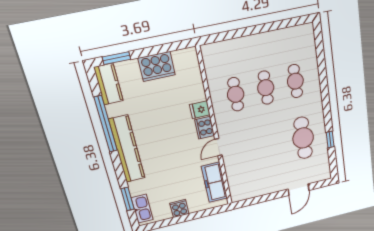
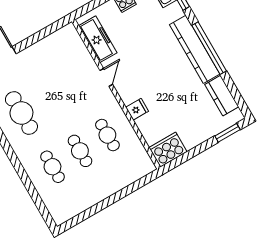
cooker: (157, 66) -> (168, 150), moved
kitchen counter: (108, 84) -> (222, 96), moved
window: (106, 124) -> (209, 48), moved
cooker: (205, 128) -> (127, 93), removed

